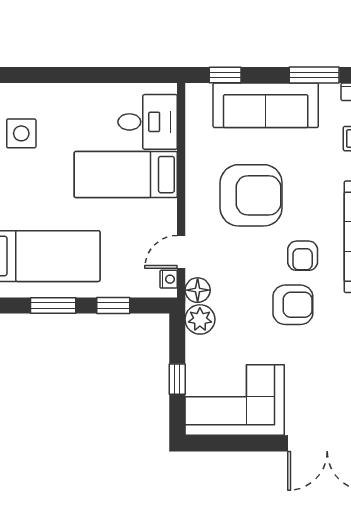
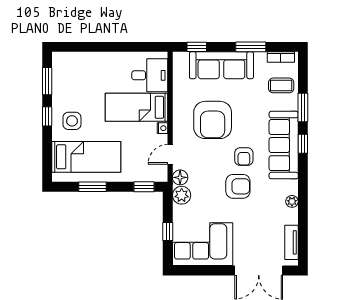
side table: (21, 133) -> (72, 121), moved
armchair: (251, 195) -> (213, 120), turned 90
nightstand: (169, 279) -> (163, 128), moved
window: (113, 306) -> (144, 187), moved

